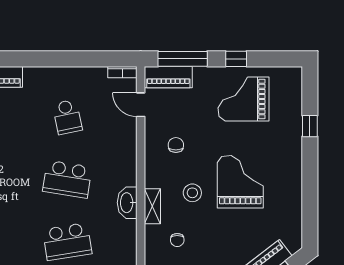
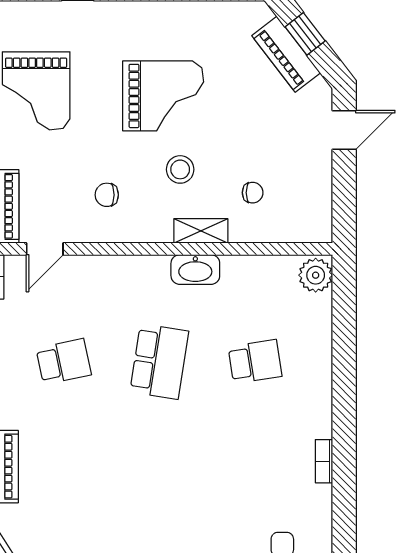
grand piano: (240, 182) -> (163, 96), turned 180
school desk: (67, 242) -> (255, 362), width x0.54

